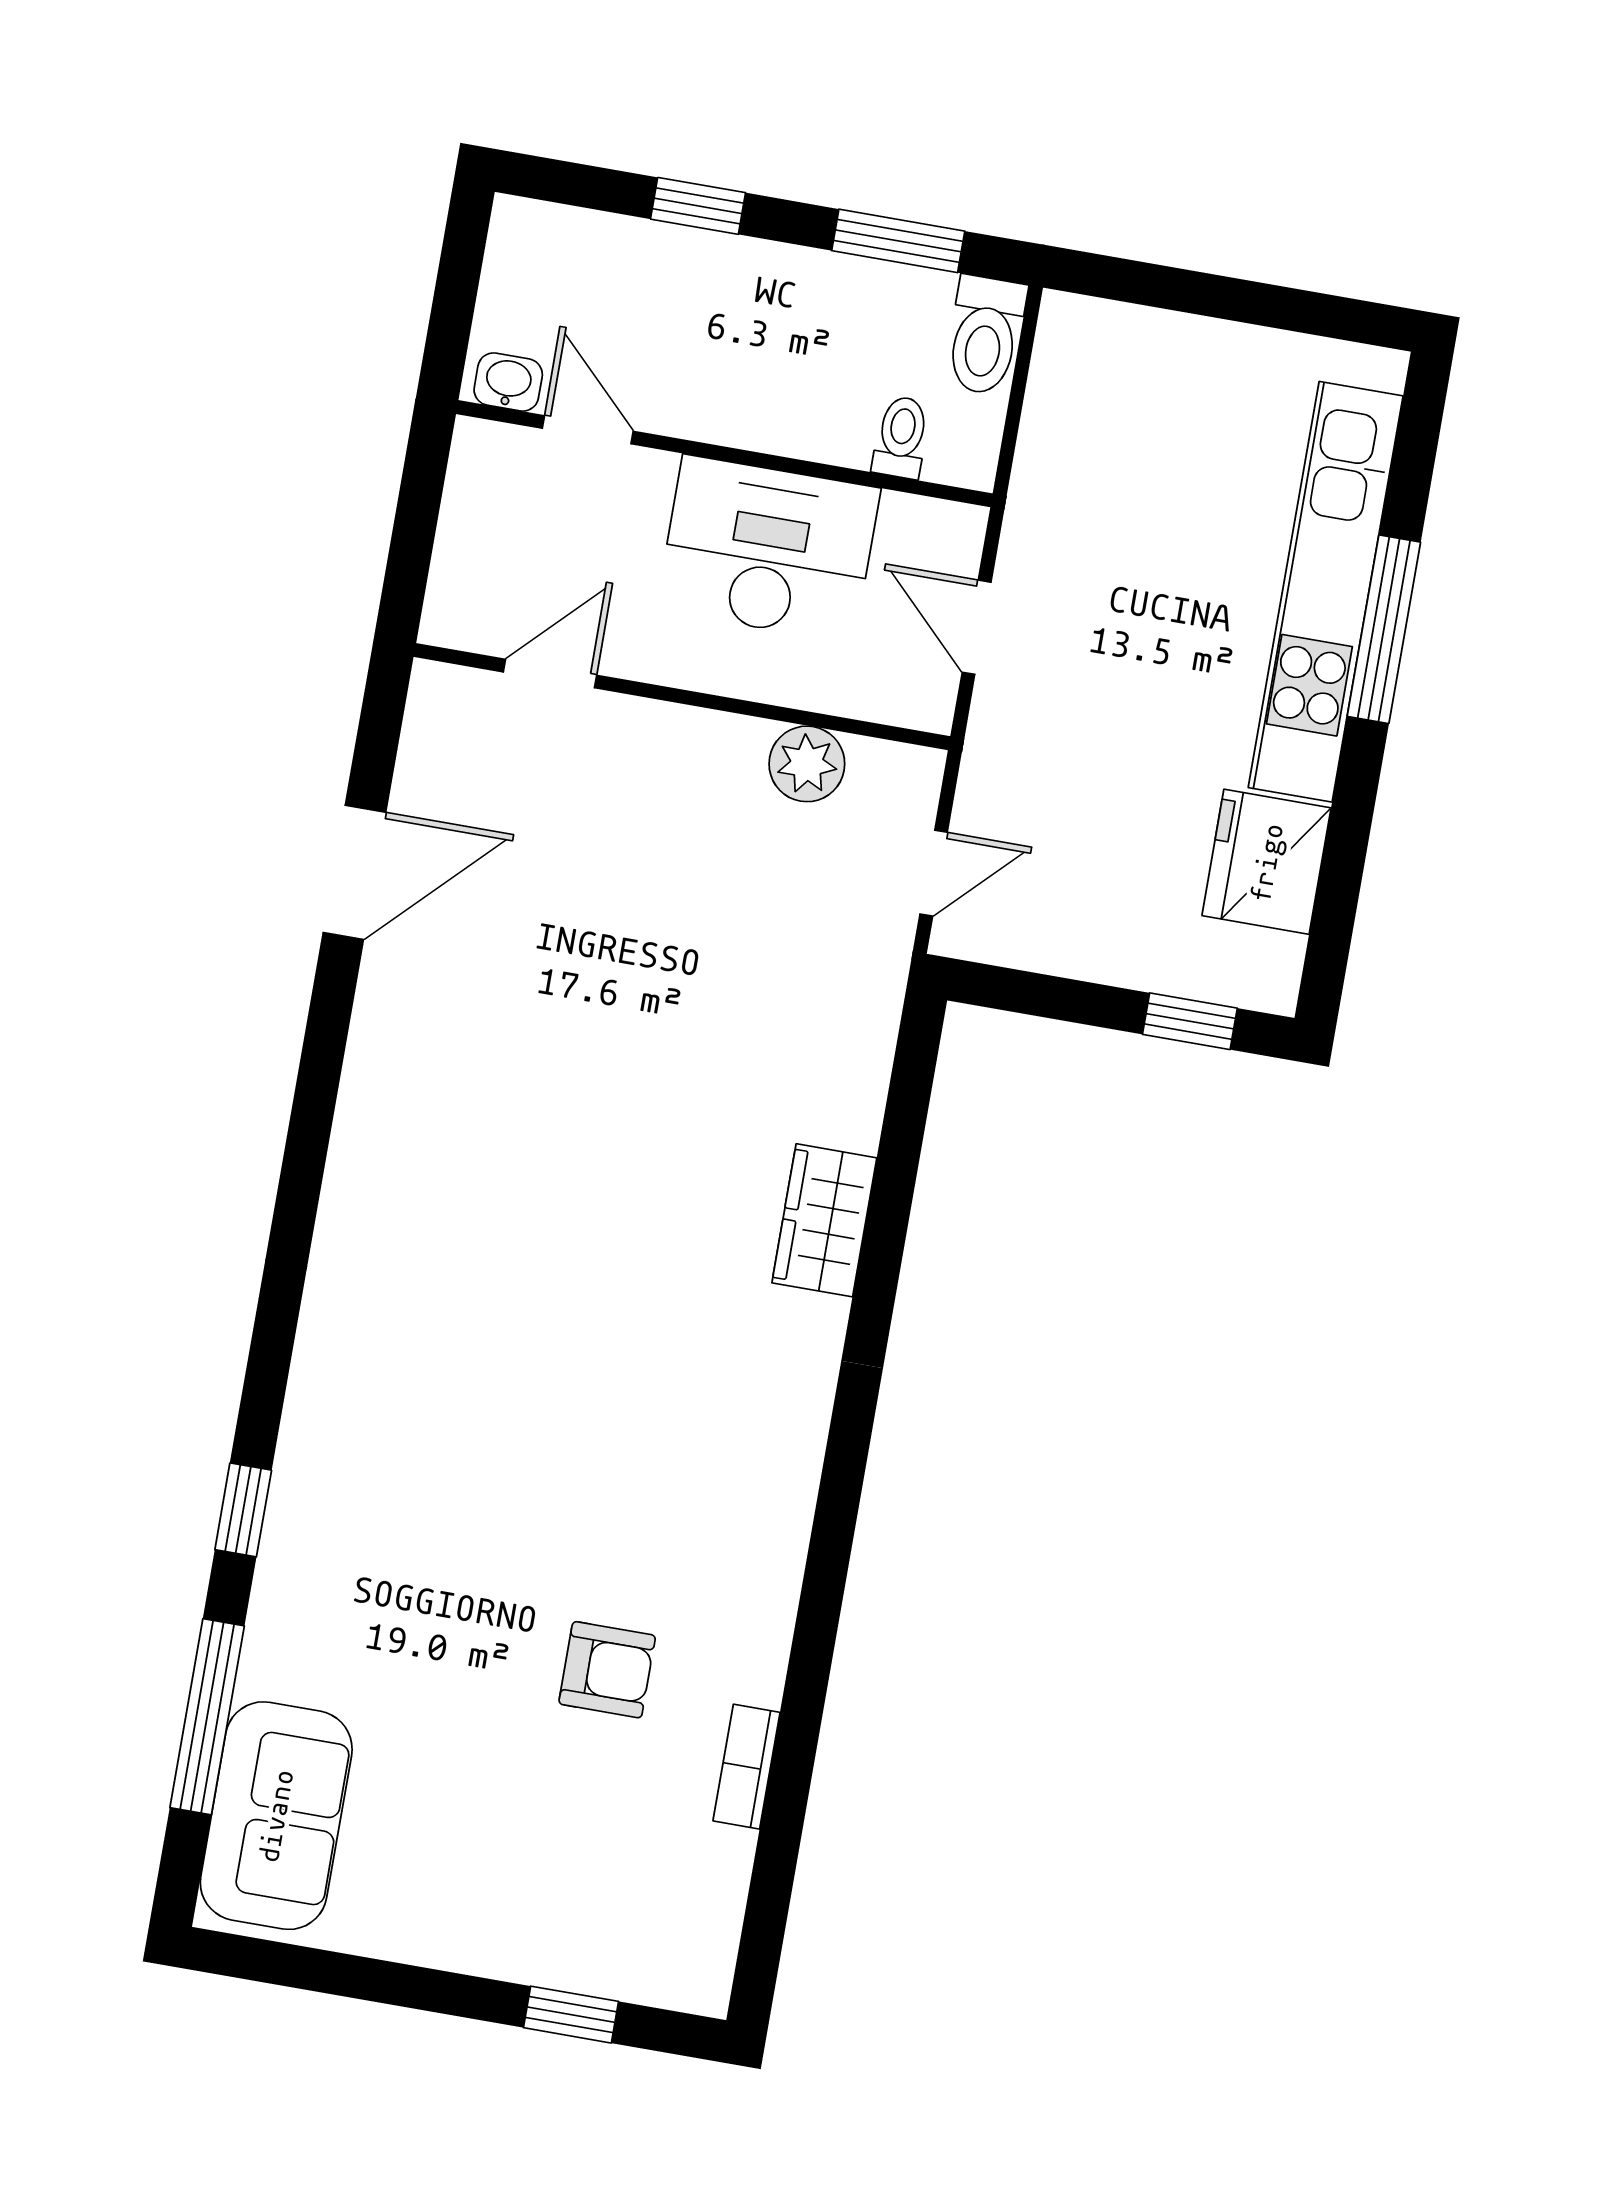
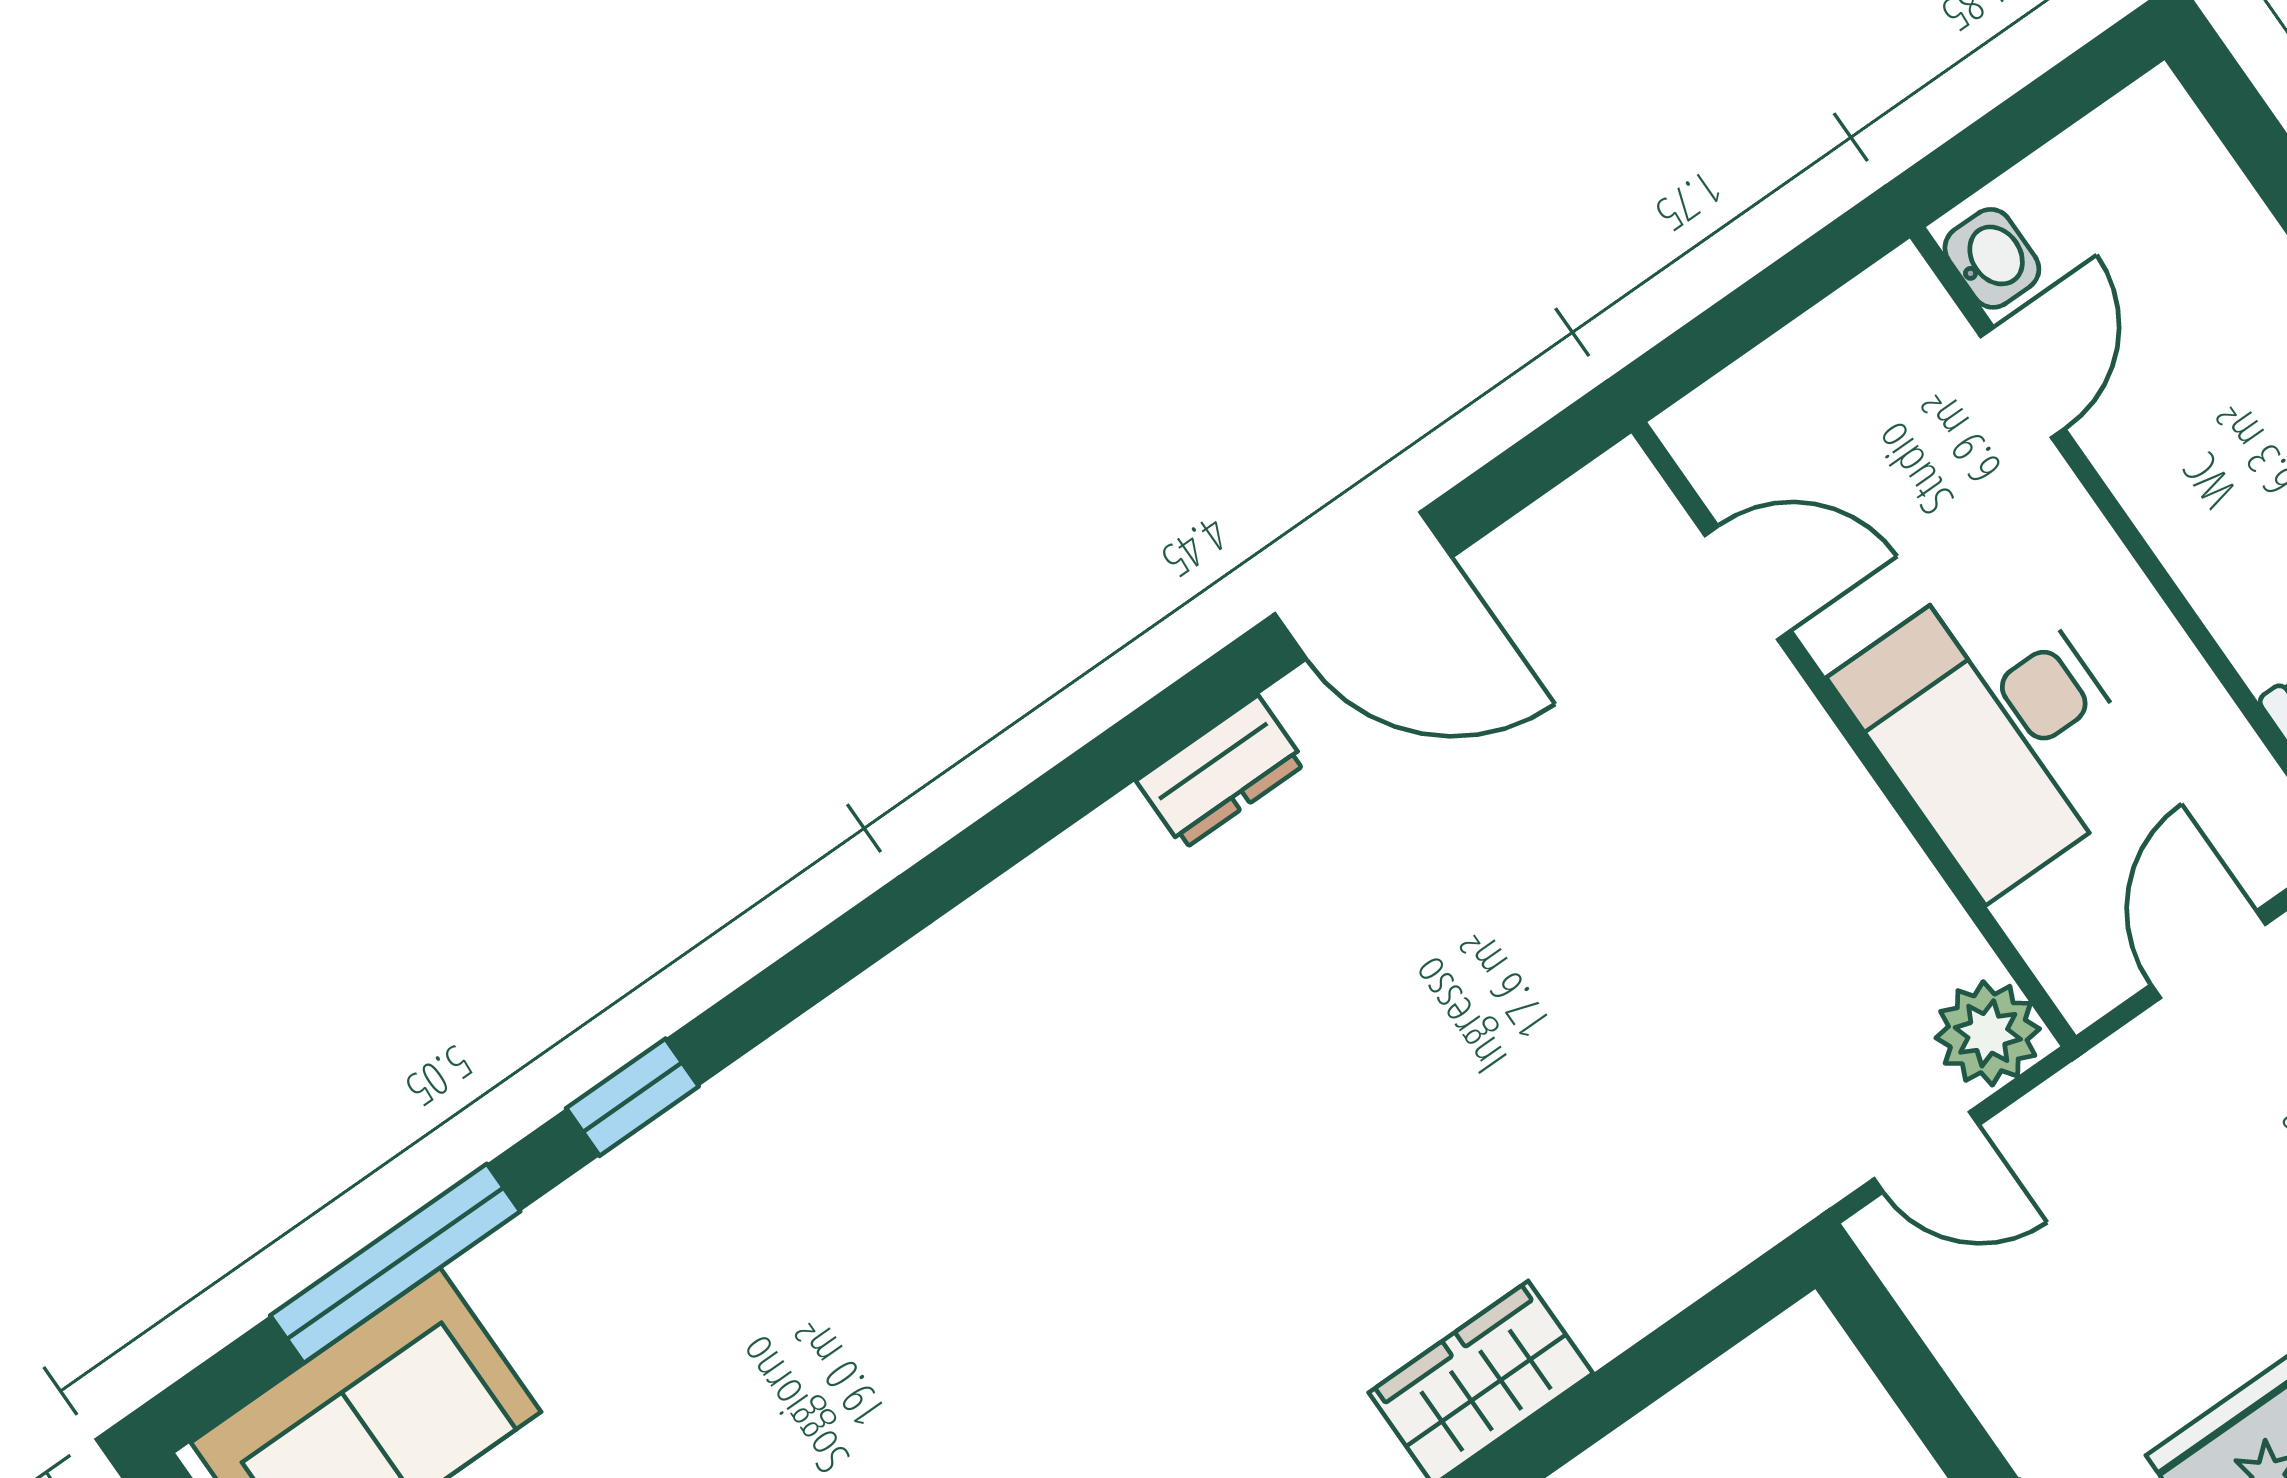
desk: (768, 549) -> (1995, 729), moved, turned 180
plant: (807, 764) -> (1988, 1033), moved
dresser: (377, 1041) -> (1221, 772), added

